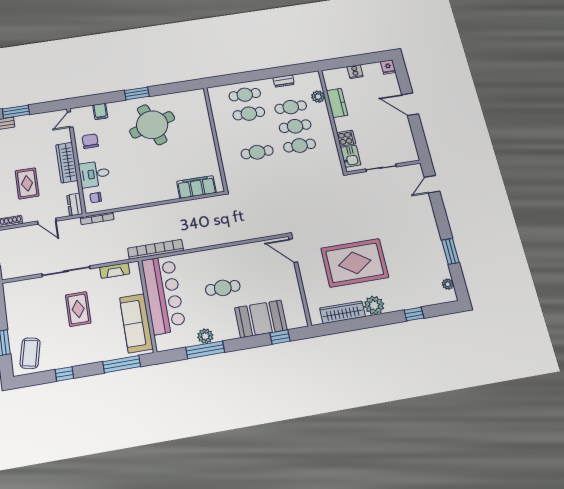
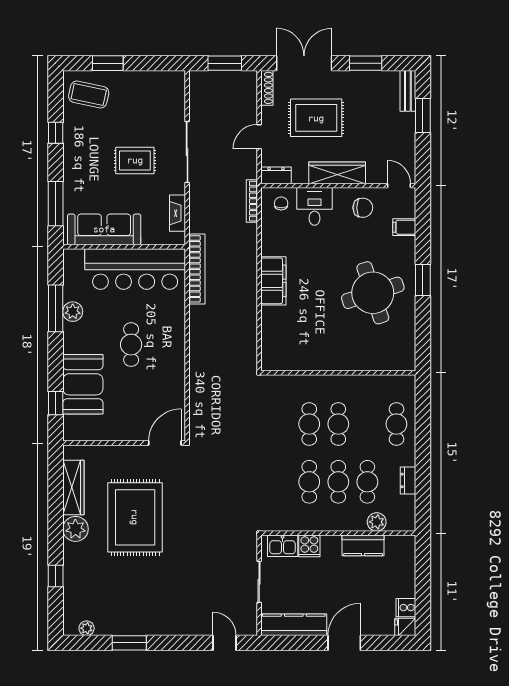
cooker: (355, 72) -> (406, 608), moved
cafe table: (249, 114) -> (338, 424), moved
kitchen counter: (406, 140) -> (294, 625), added
rug: (27, 183) -> (316, 118), width x1.36, depth x1.43
filing cabinet: (196, 187) -> (273, 281), moved

